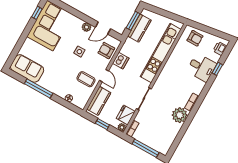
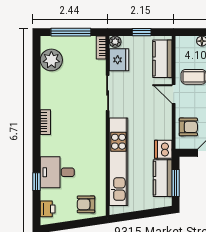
dishwasher: (121, 61) -> (163, 149), moved
plant: (180, 115) -> (51, 60), moved

